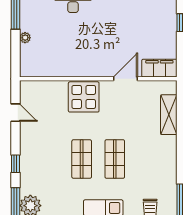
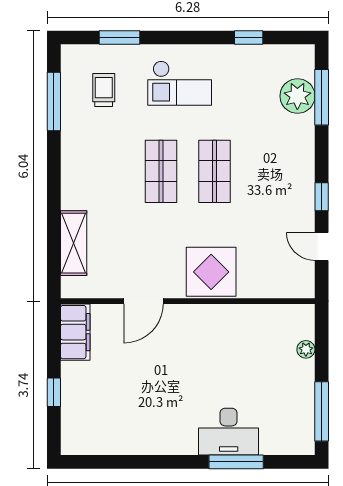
plant: (25, 38) -> (306, 349), moved
filing cabinet: (159, 68) -> (75, 332), moved, turned -90
window: (15, 164) -> (322, 197), moved

